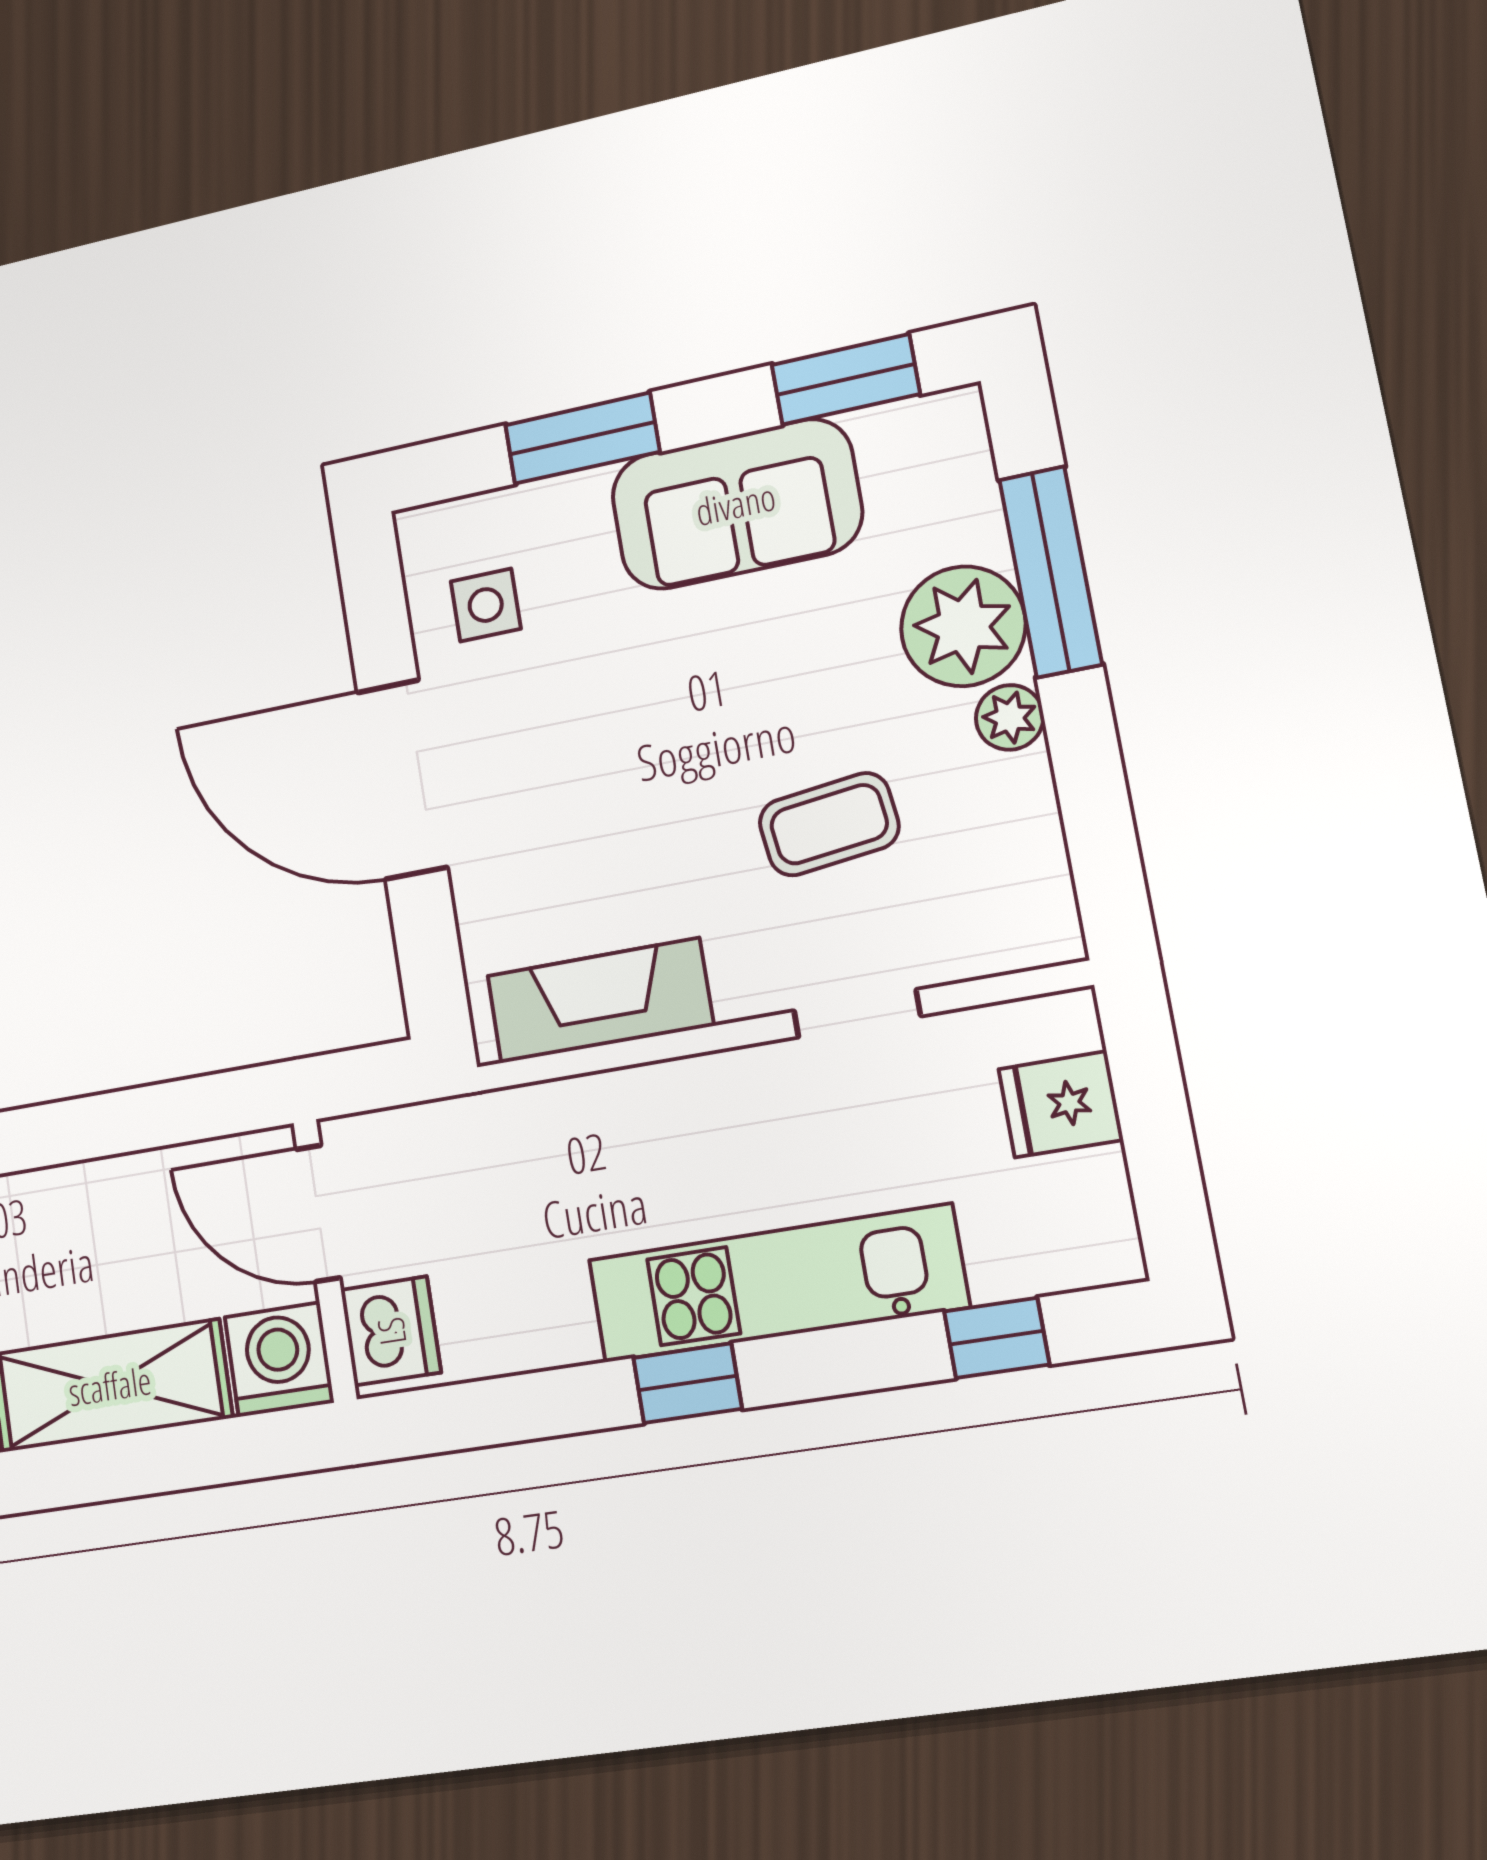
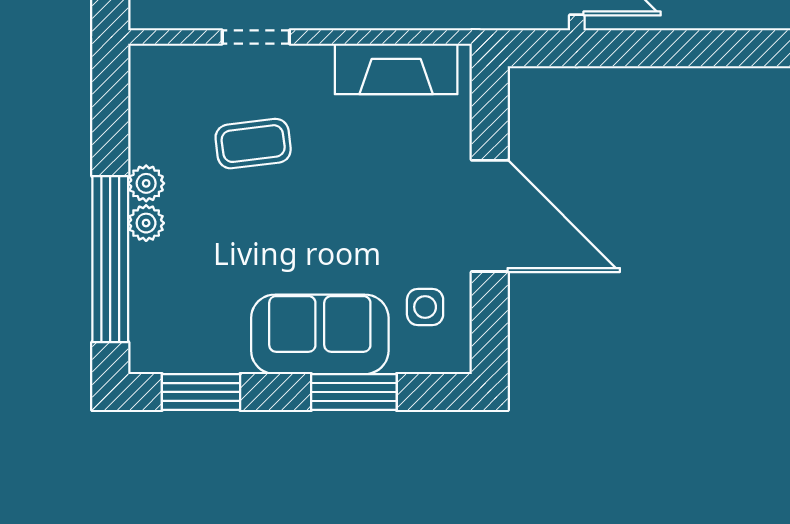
sofa: (736, 504) -> (320, 334), moved
window: (1051, 572) -> (110, 259), width x1.46
plant: (963, 626) -> (146, 223), width x0.53, depth x0.53

